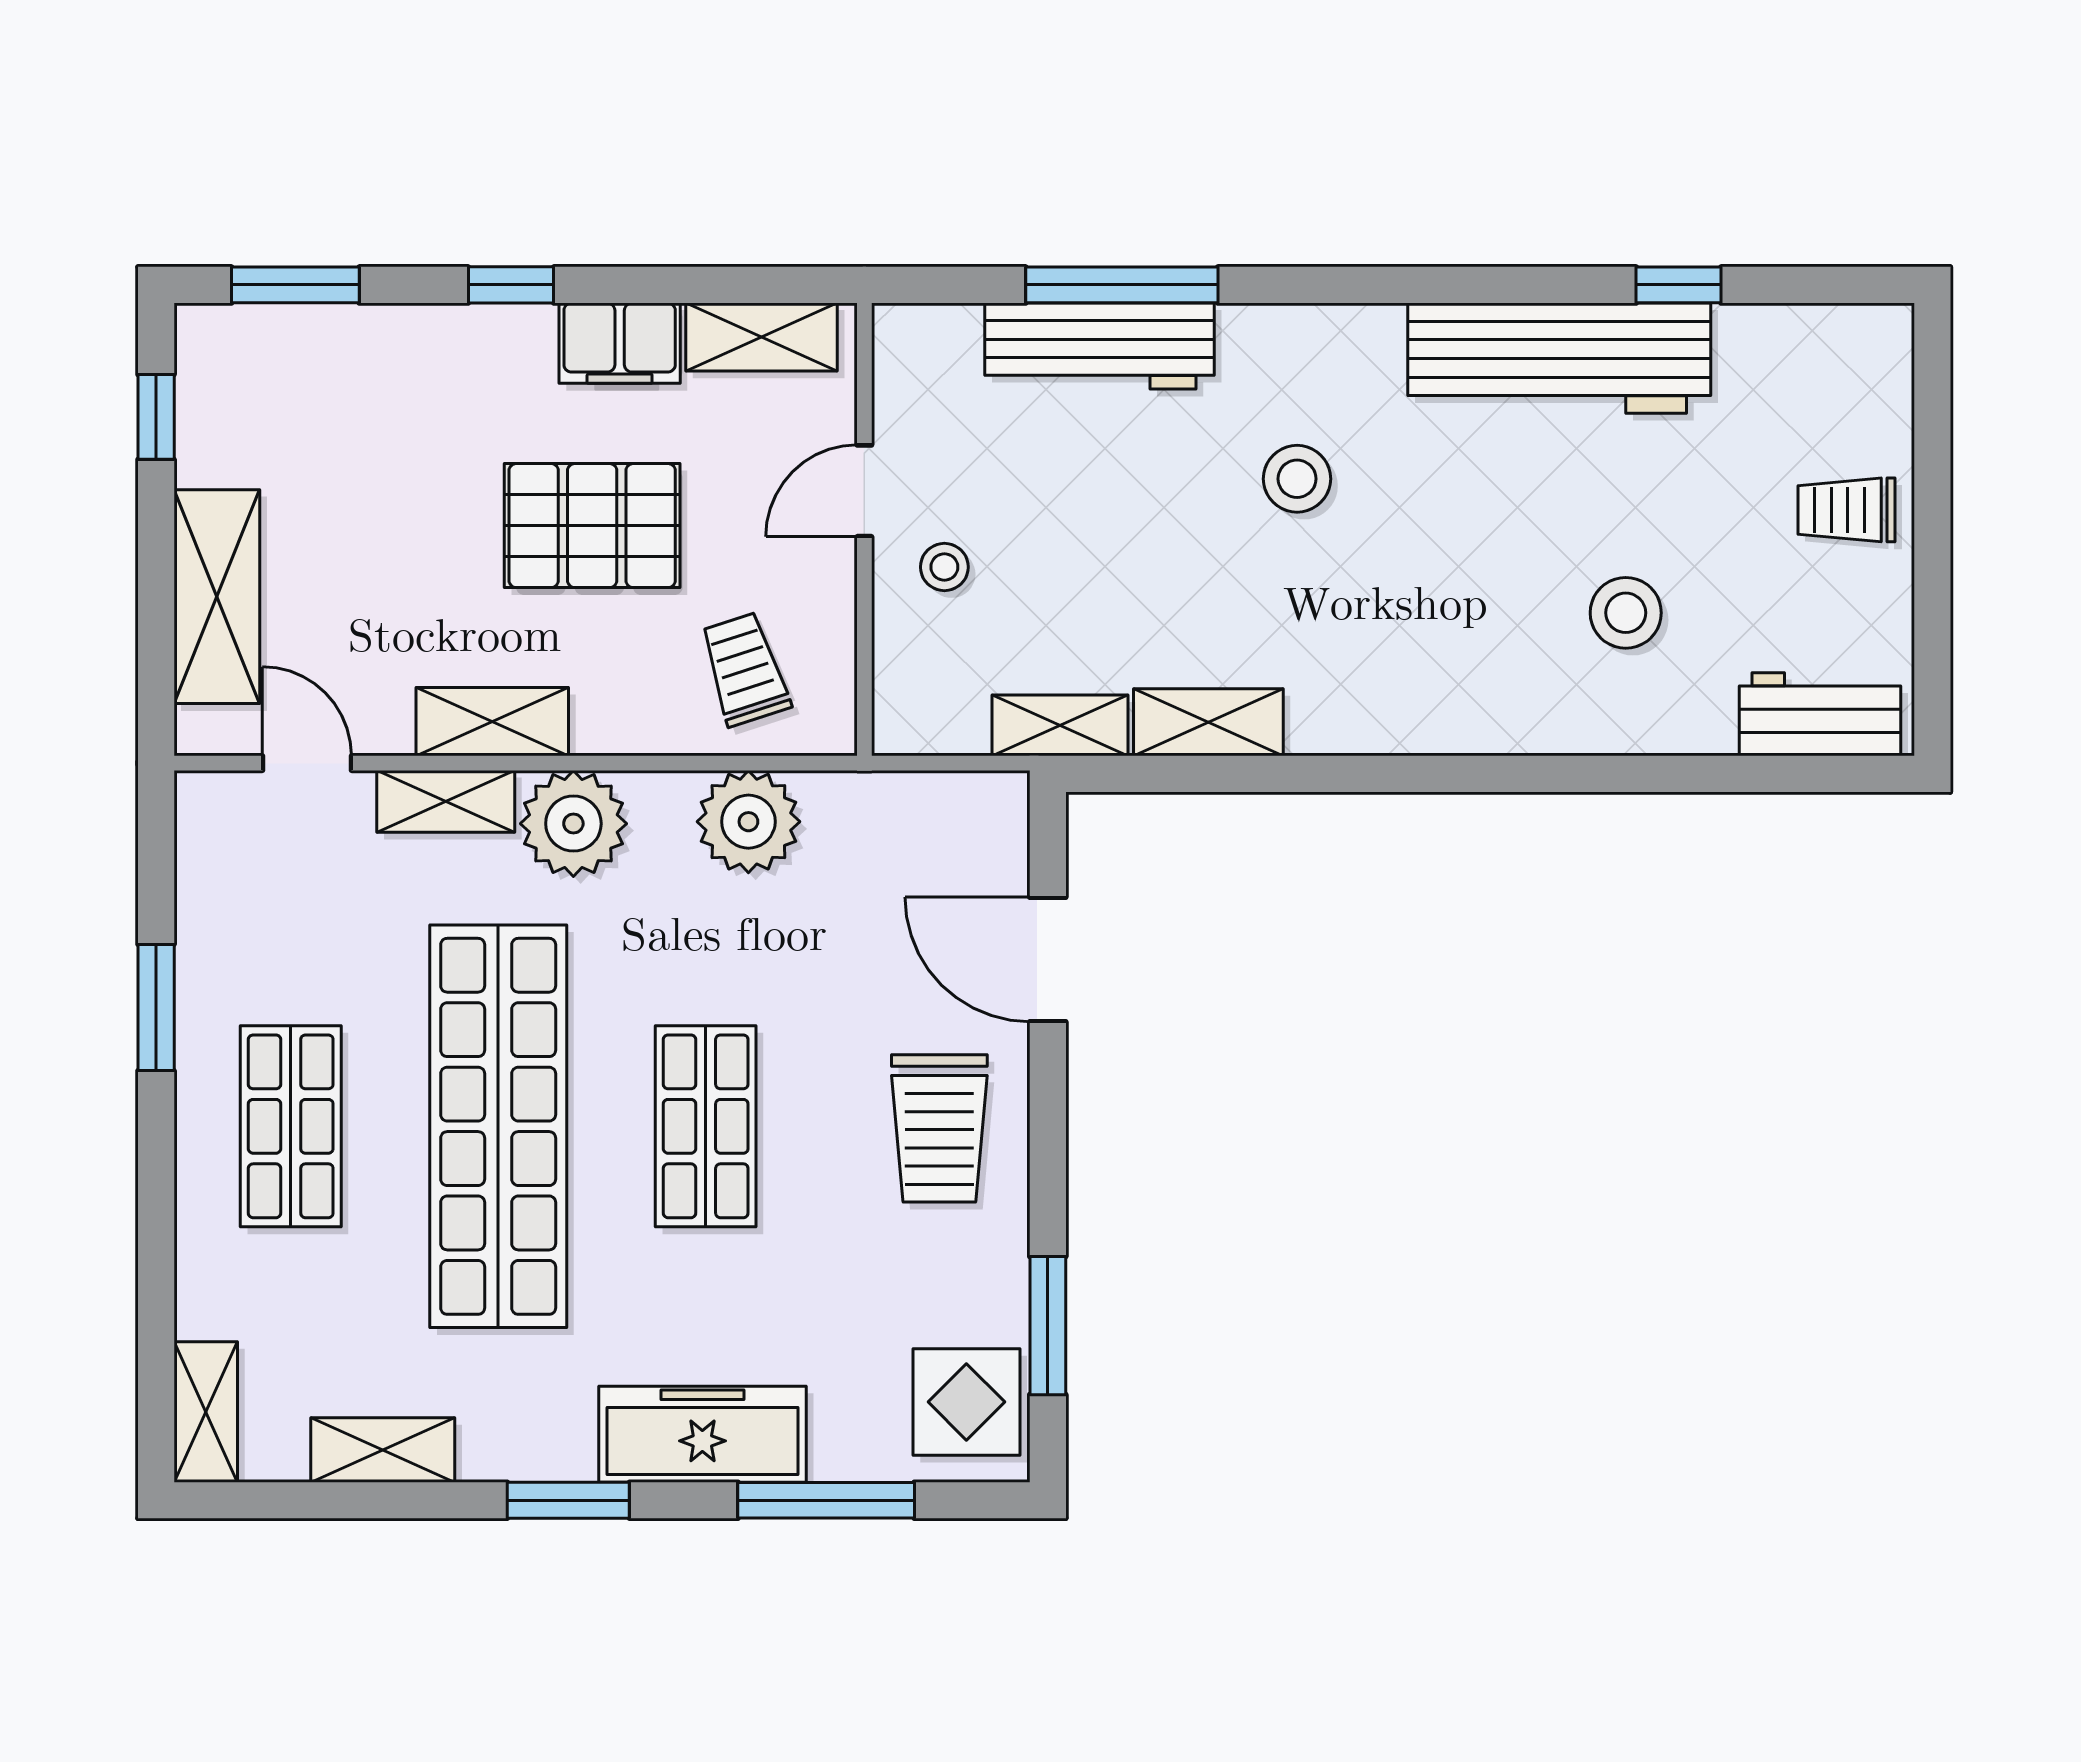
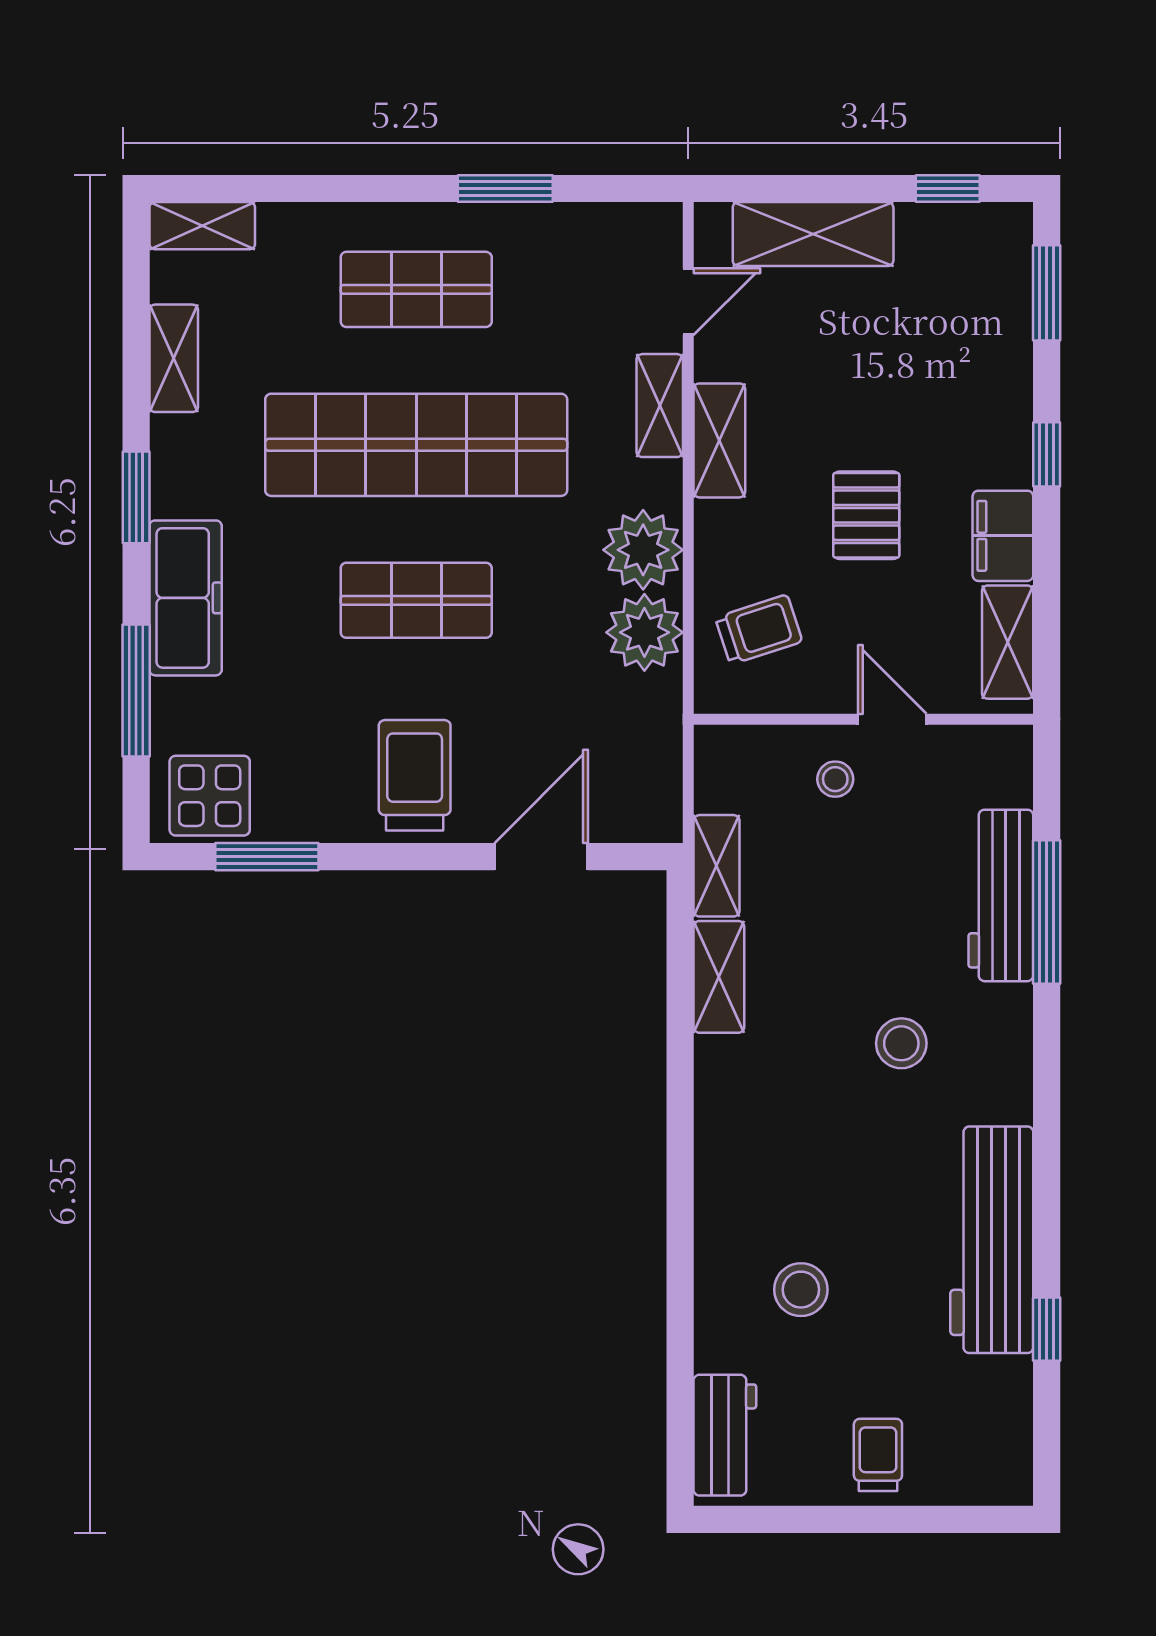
pallet: (592, 526) -> (866, 515), width x0.67, depth x0.71
plant: (573, 824) -> (643, 550), moved
trolley: (939, 1128) -> (415, 775), turned 90

